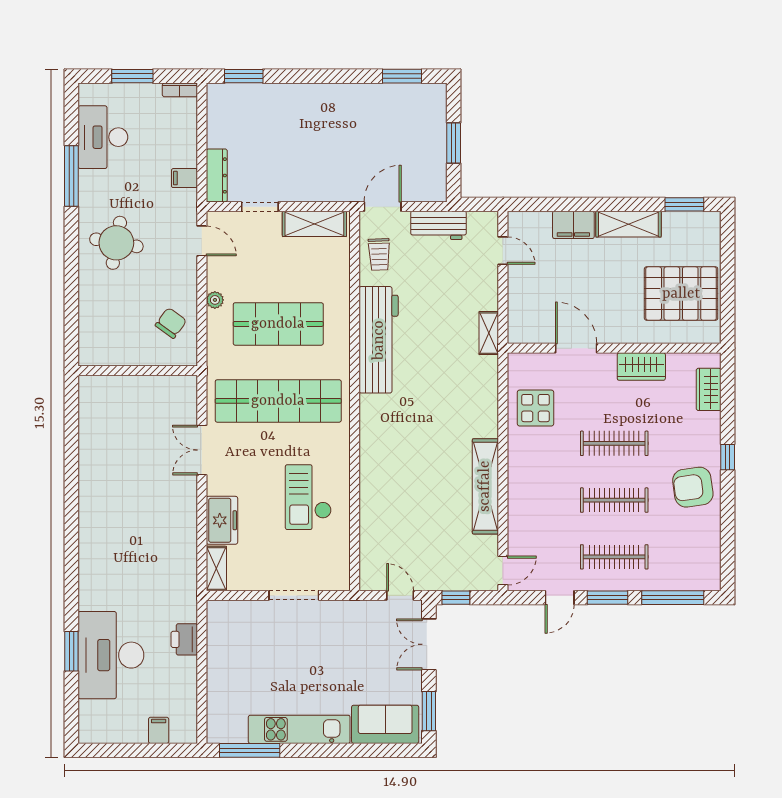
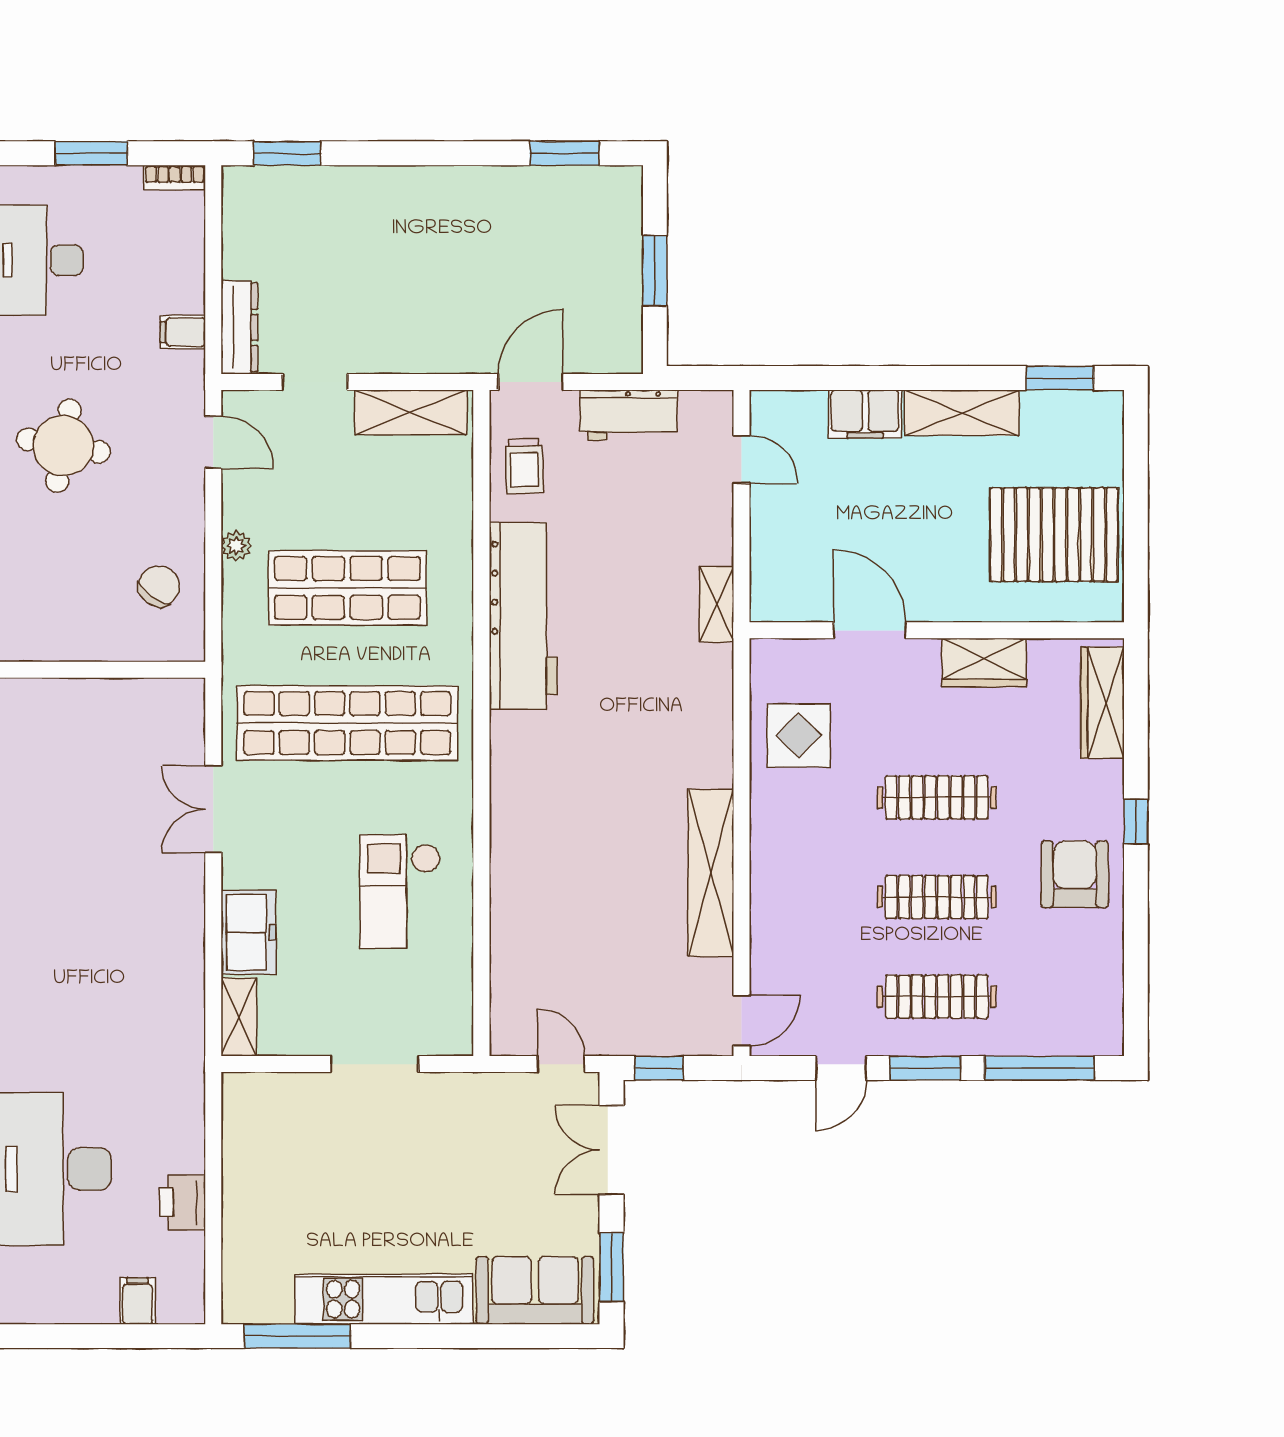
wardrobe: (709, 389) -> (1102, 703), width x1.50
armchair: (693, 487) -> (1075, 874), turned 98
printer: (184, 639) -> (182, 1203), moved

